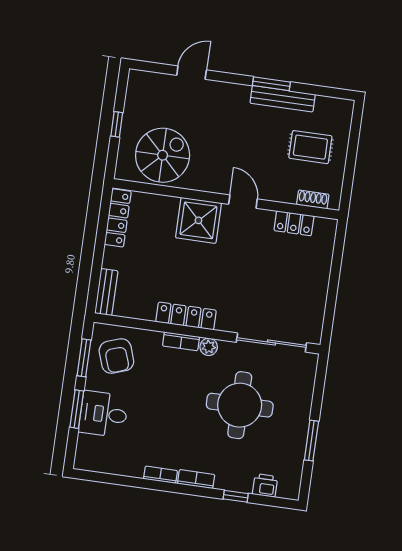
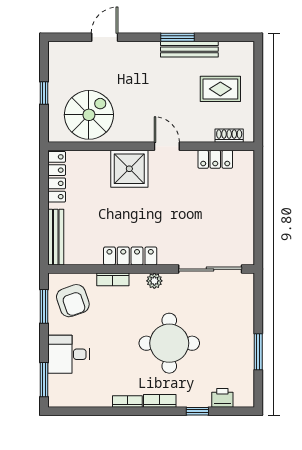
bench: (106, 292) -> (56, 237), width x1.36
bookcase: (181, 341) -> (113, 279), moved
round table: (240, 405) -> (169, 343), moved
window: (77, 409) -> (44, 380), moved

